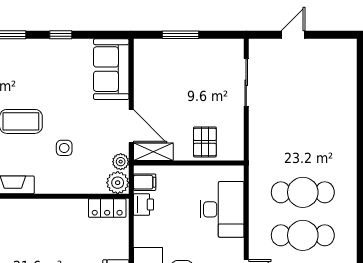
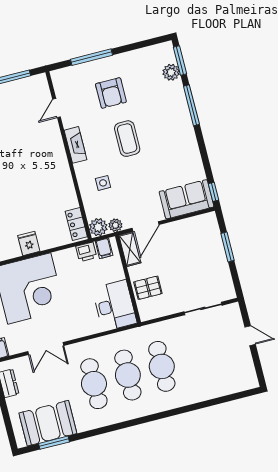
window: (61, 35) -> (213, 192), moved
side table: (64, 148) -> (103, 183), moved
cafe table: (303, 149) -> (162, 366), added
desk: (222, 209) -> (114, 306), moved, turned -90

